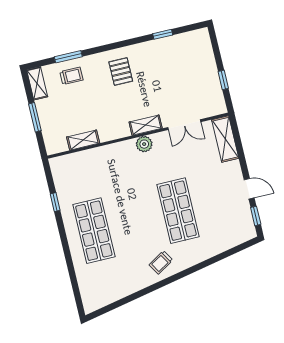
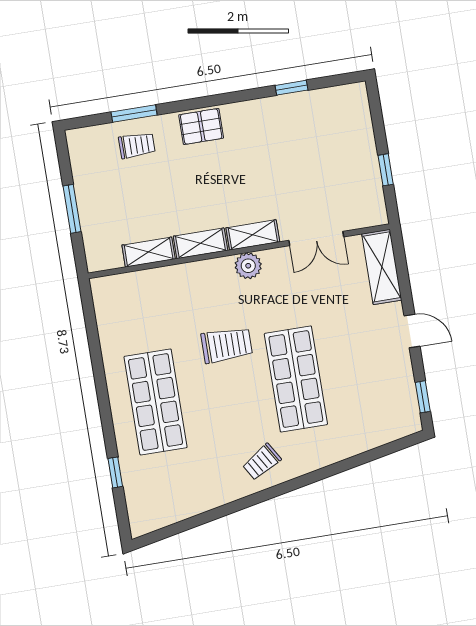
pallet: (121, 71) -> (201, 126), moved, turned 90
shelving: (37, 83) -> (200, 243), moved, turned 90
door: (249, 189) -> (412, 331), moved
trolley: (135, 193) -> (227, 345), added
window: (55, 202) -> (115, 472), moved

